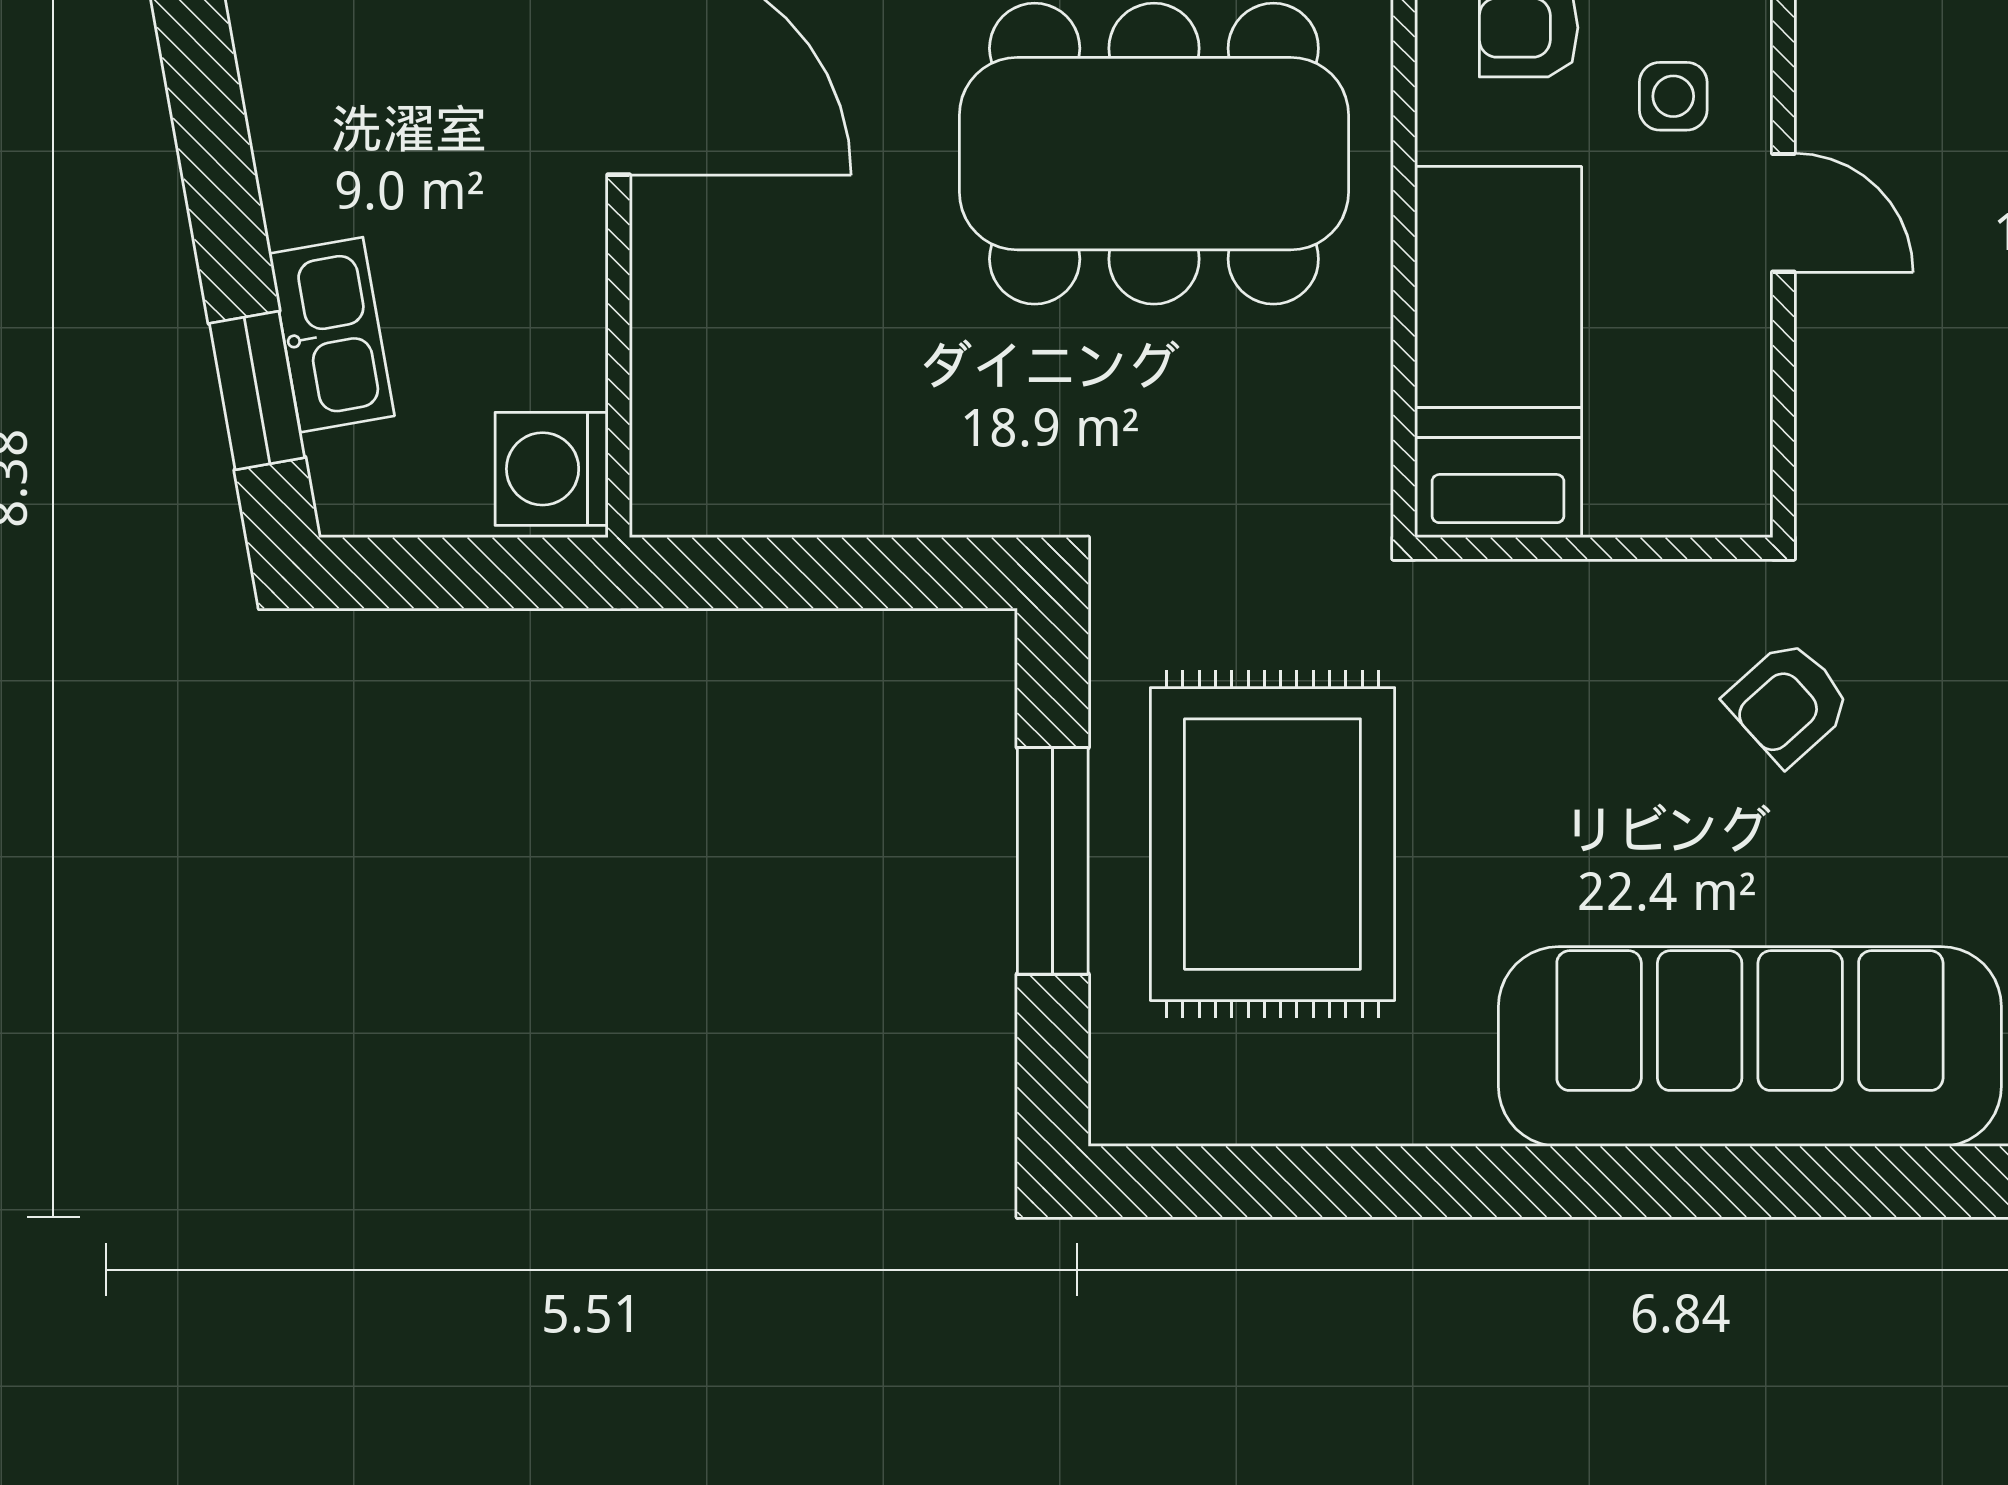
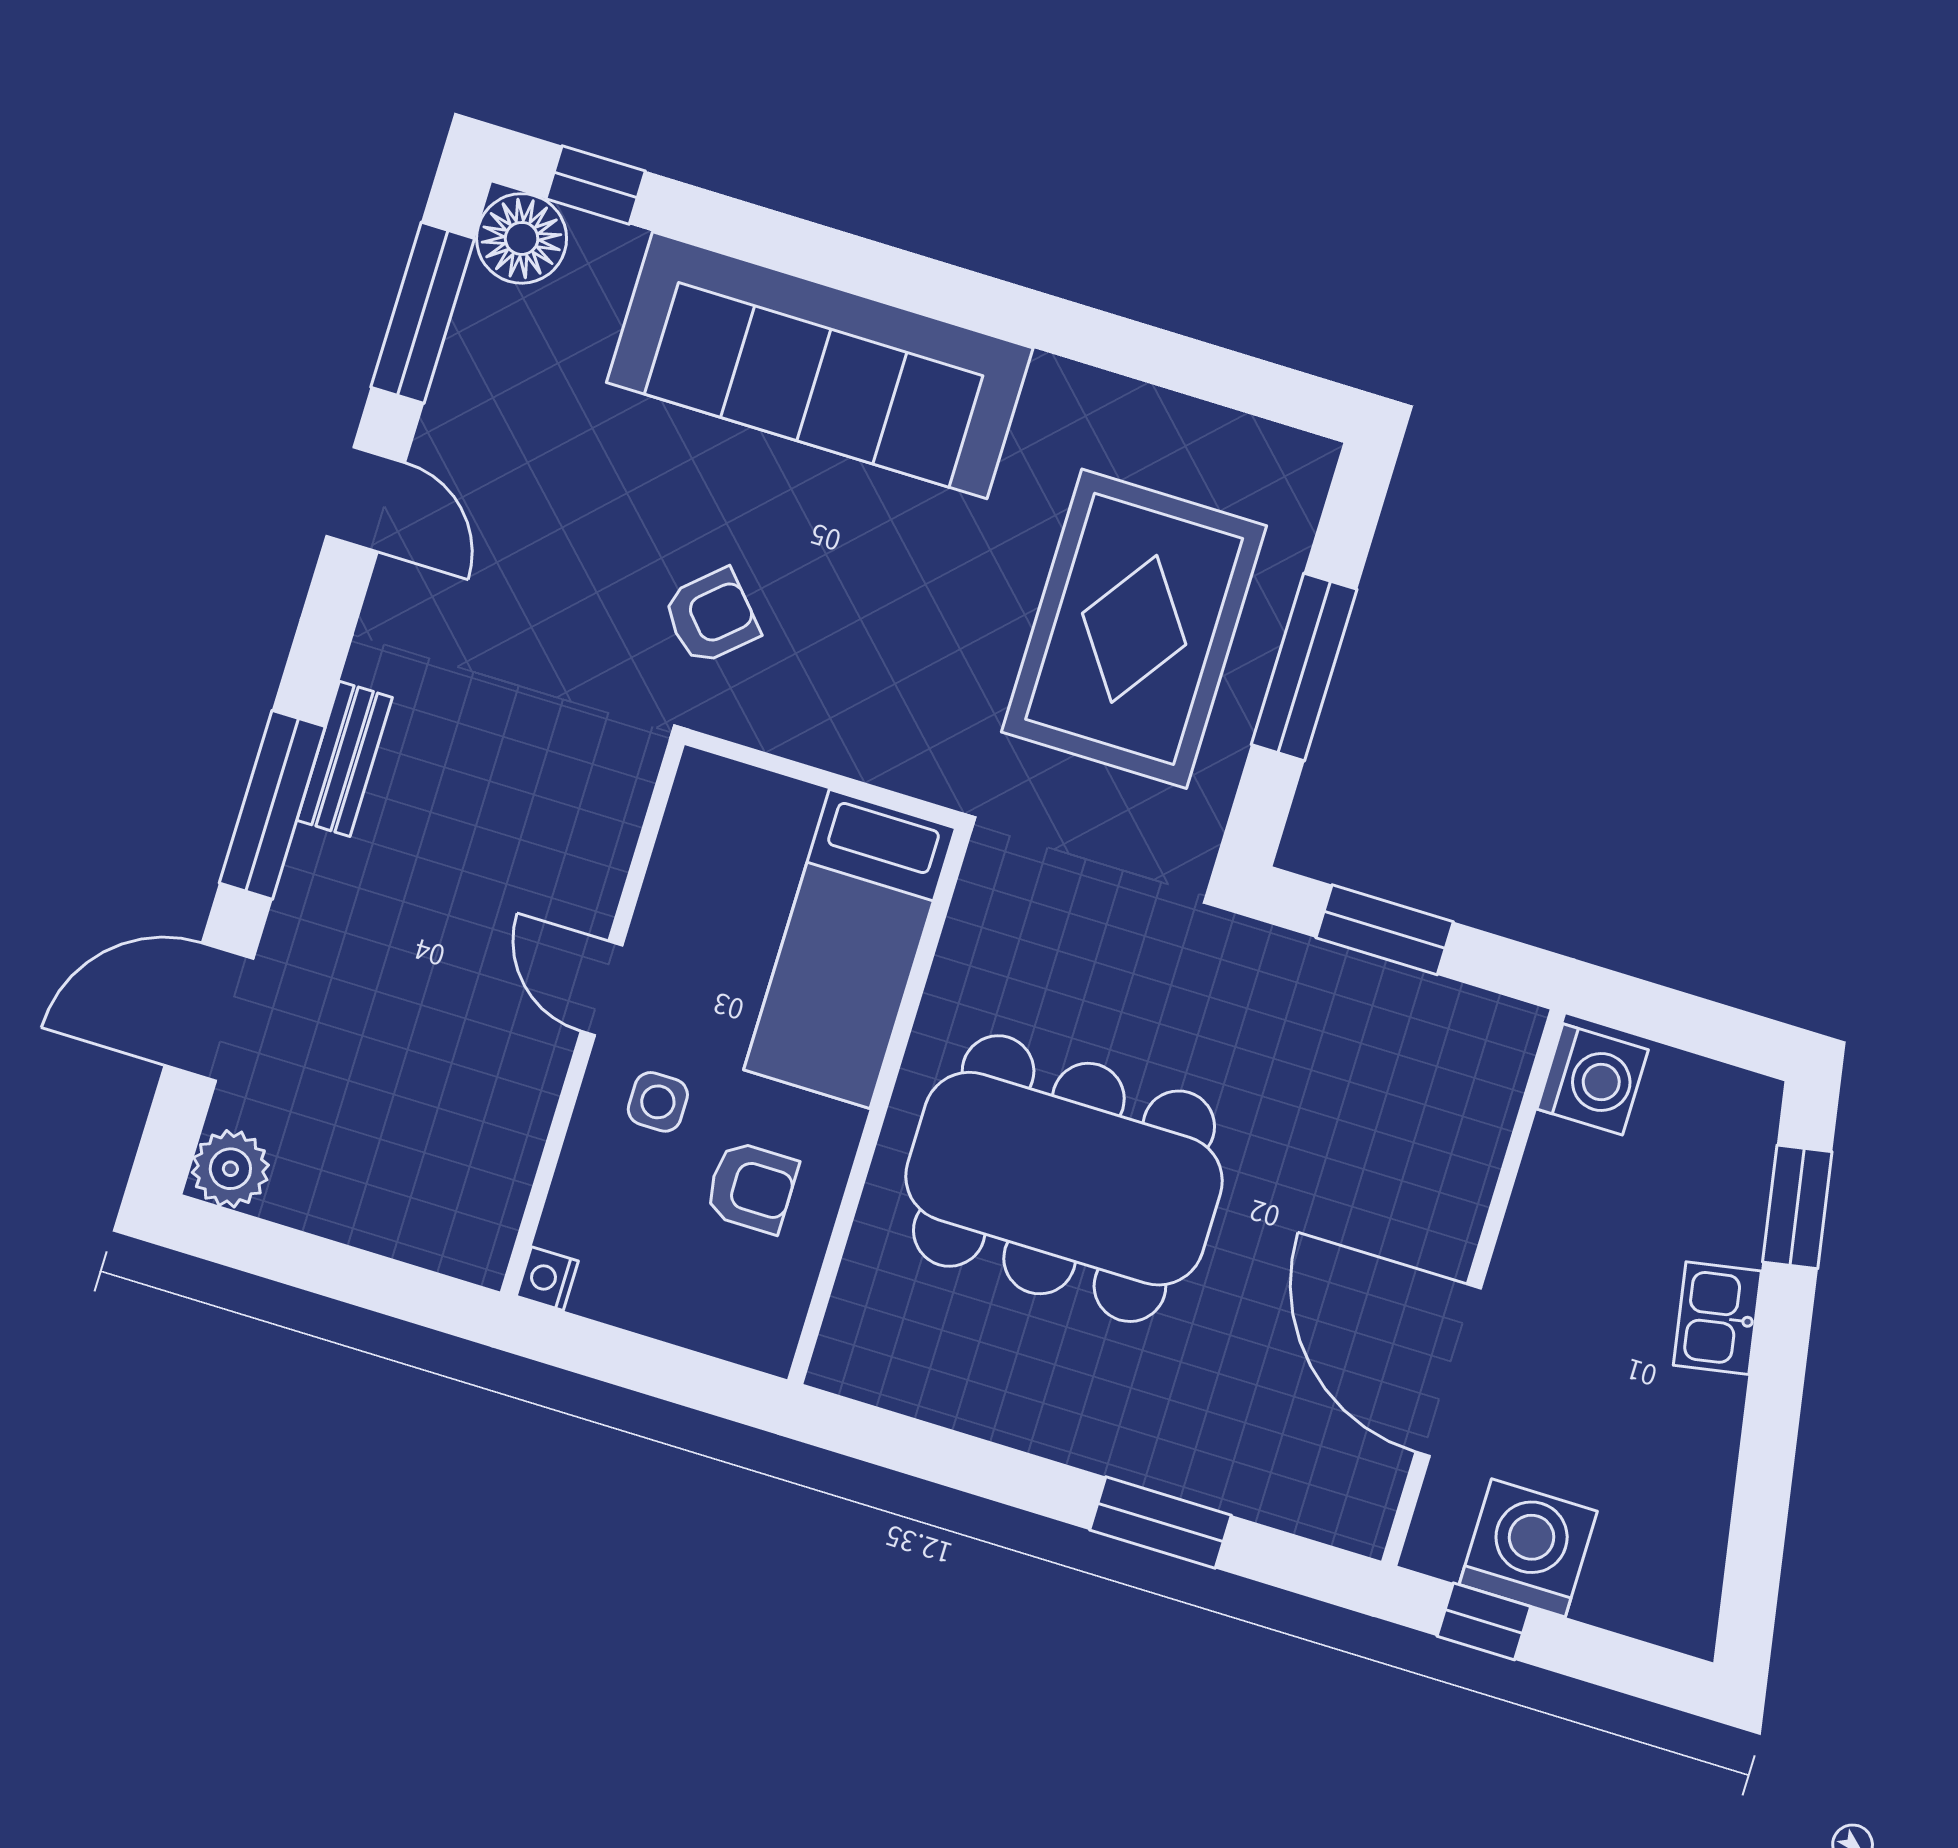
kitchen sink: (332, 335) -> (1717, 1318), moved, width x0.73
window: (858, 573) -> (1385, 930), added

